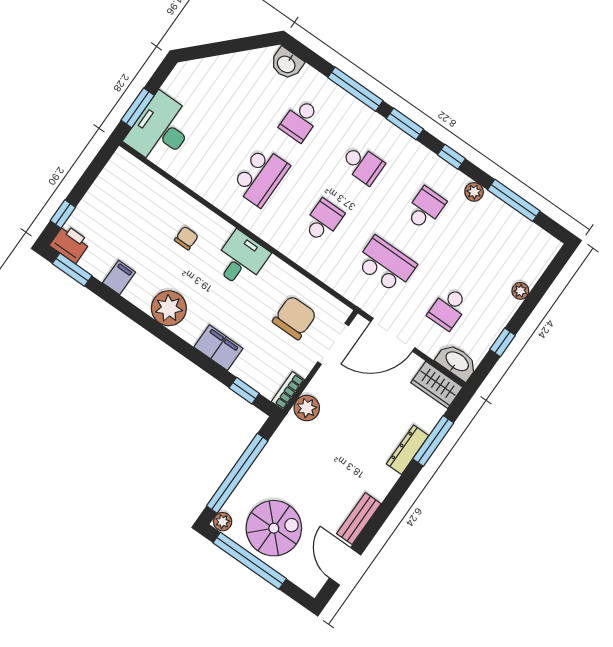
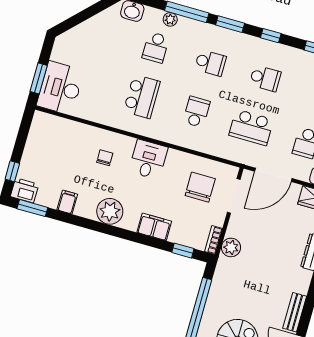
plant: (474, 192) -> (170, 19), moved
school desk: (425, 208) -> (265, 78), turned 90
school desk: (386, 265) -> (251, 127), turned 180

